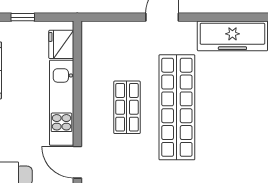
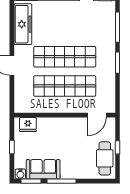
kitchen unit: (62, 103) -> (62, 124), removed
shop shelf: (127, 107) -> (65, 86), width x2.00, depth x1.36

